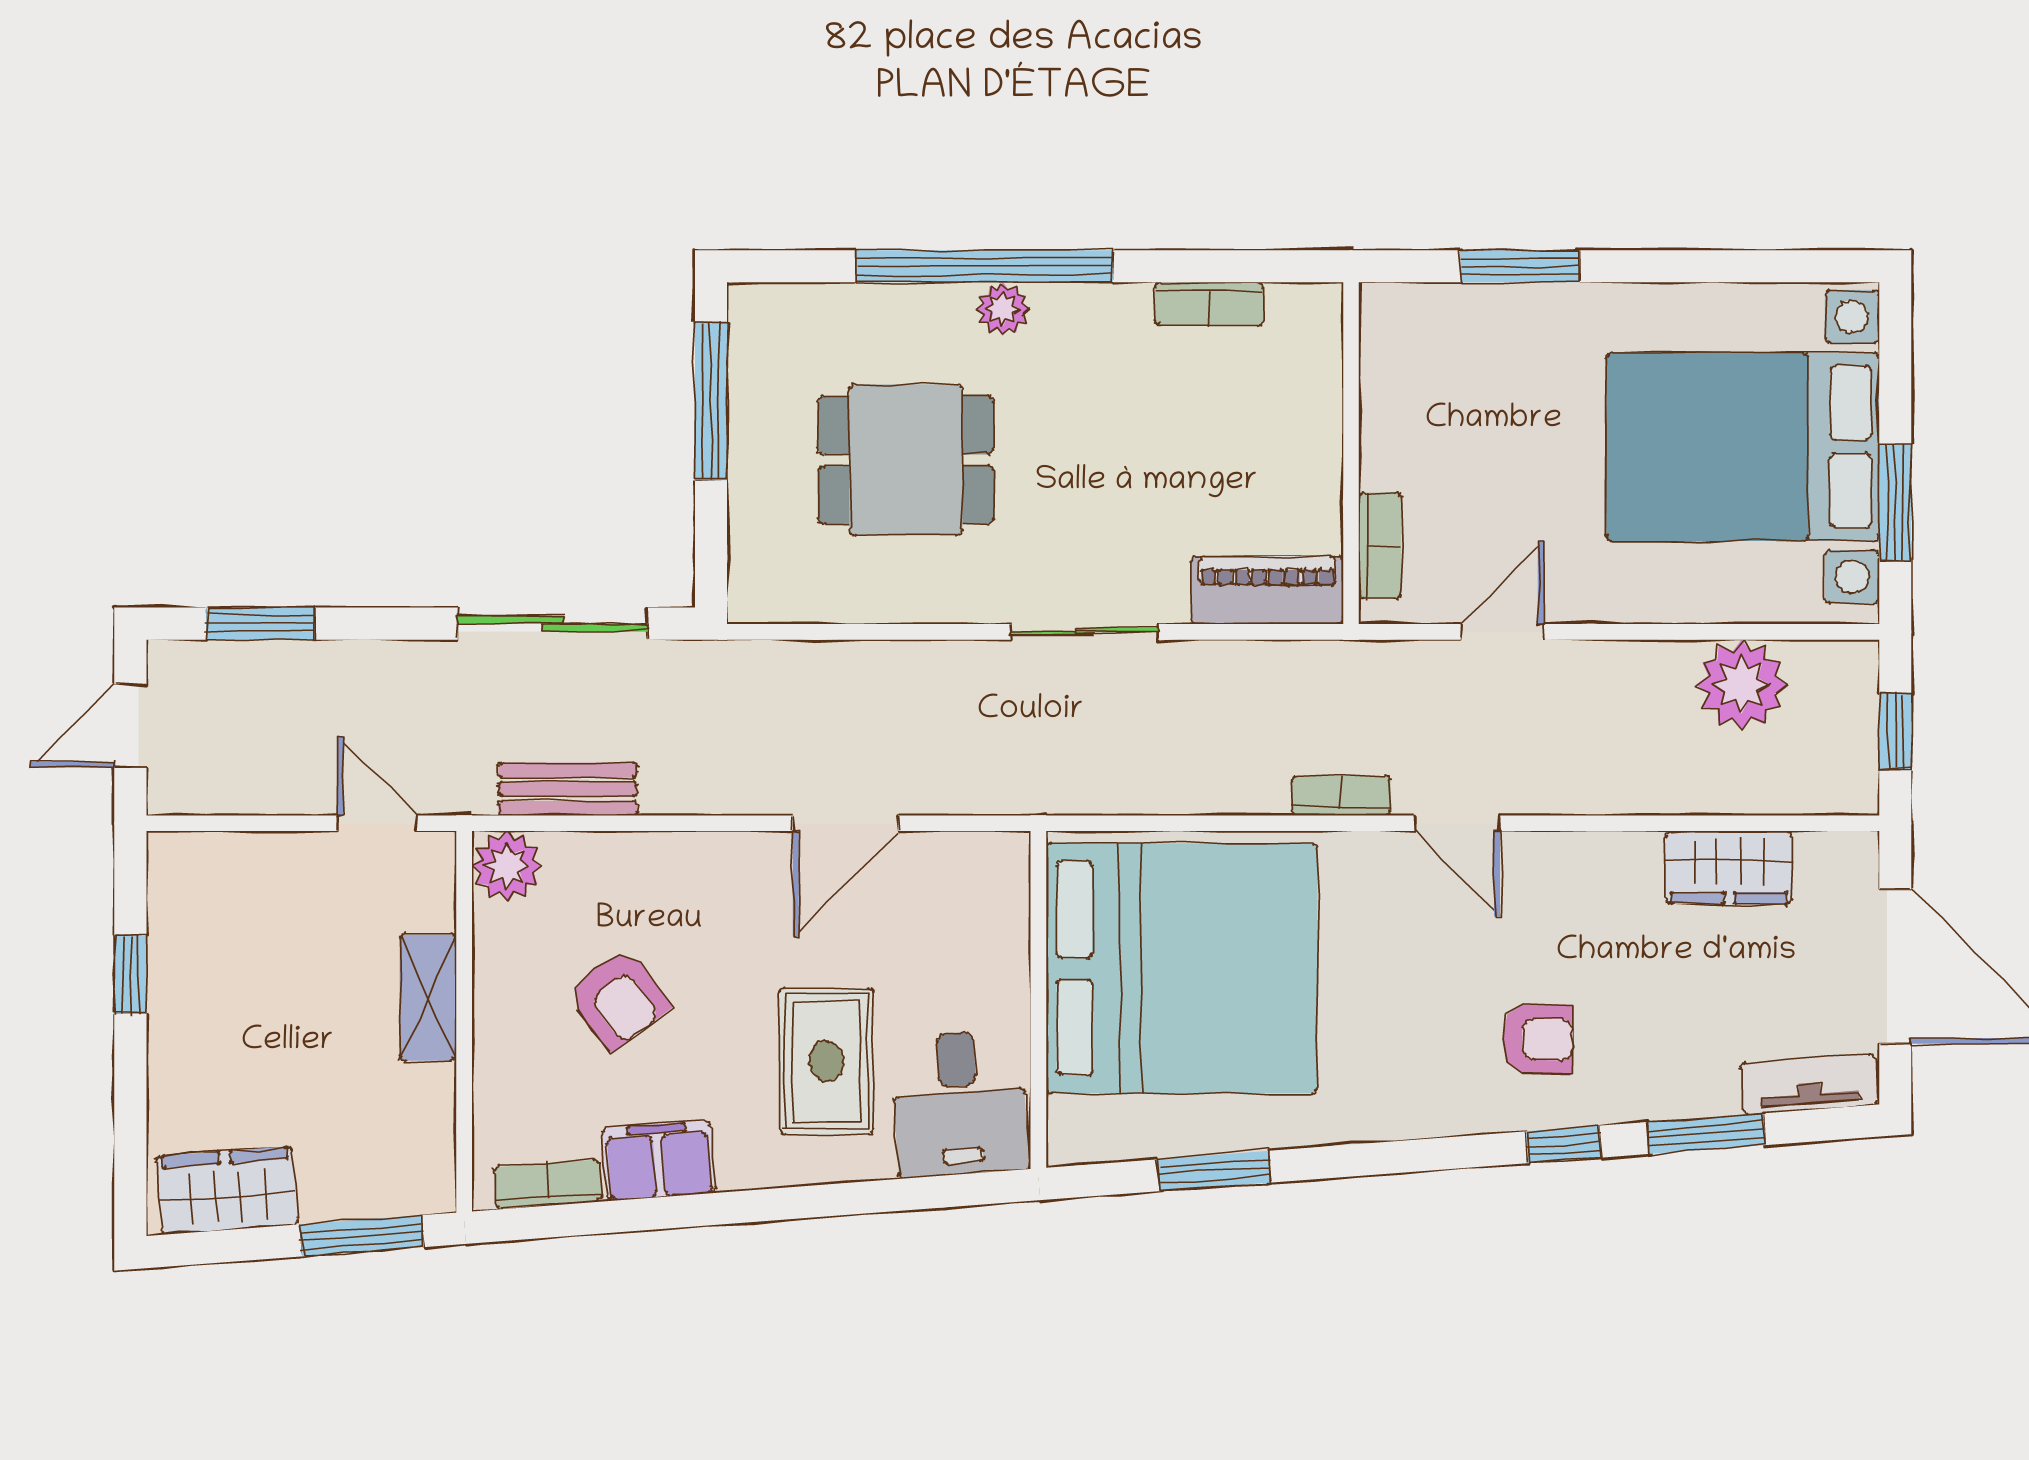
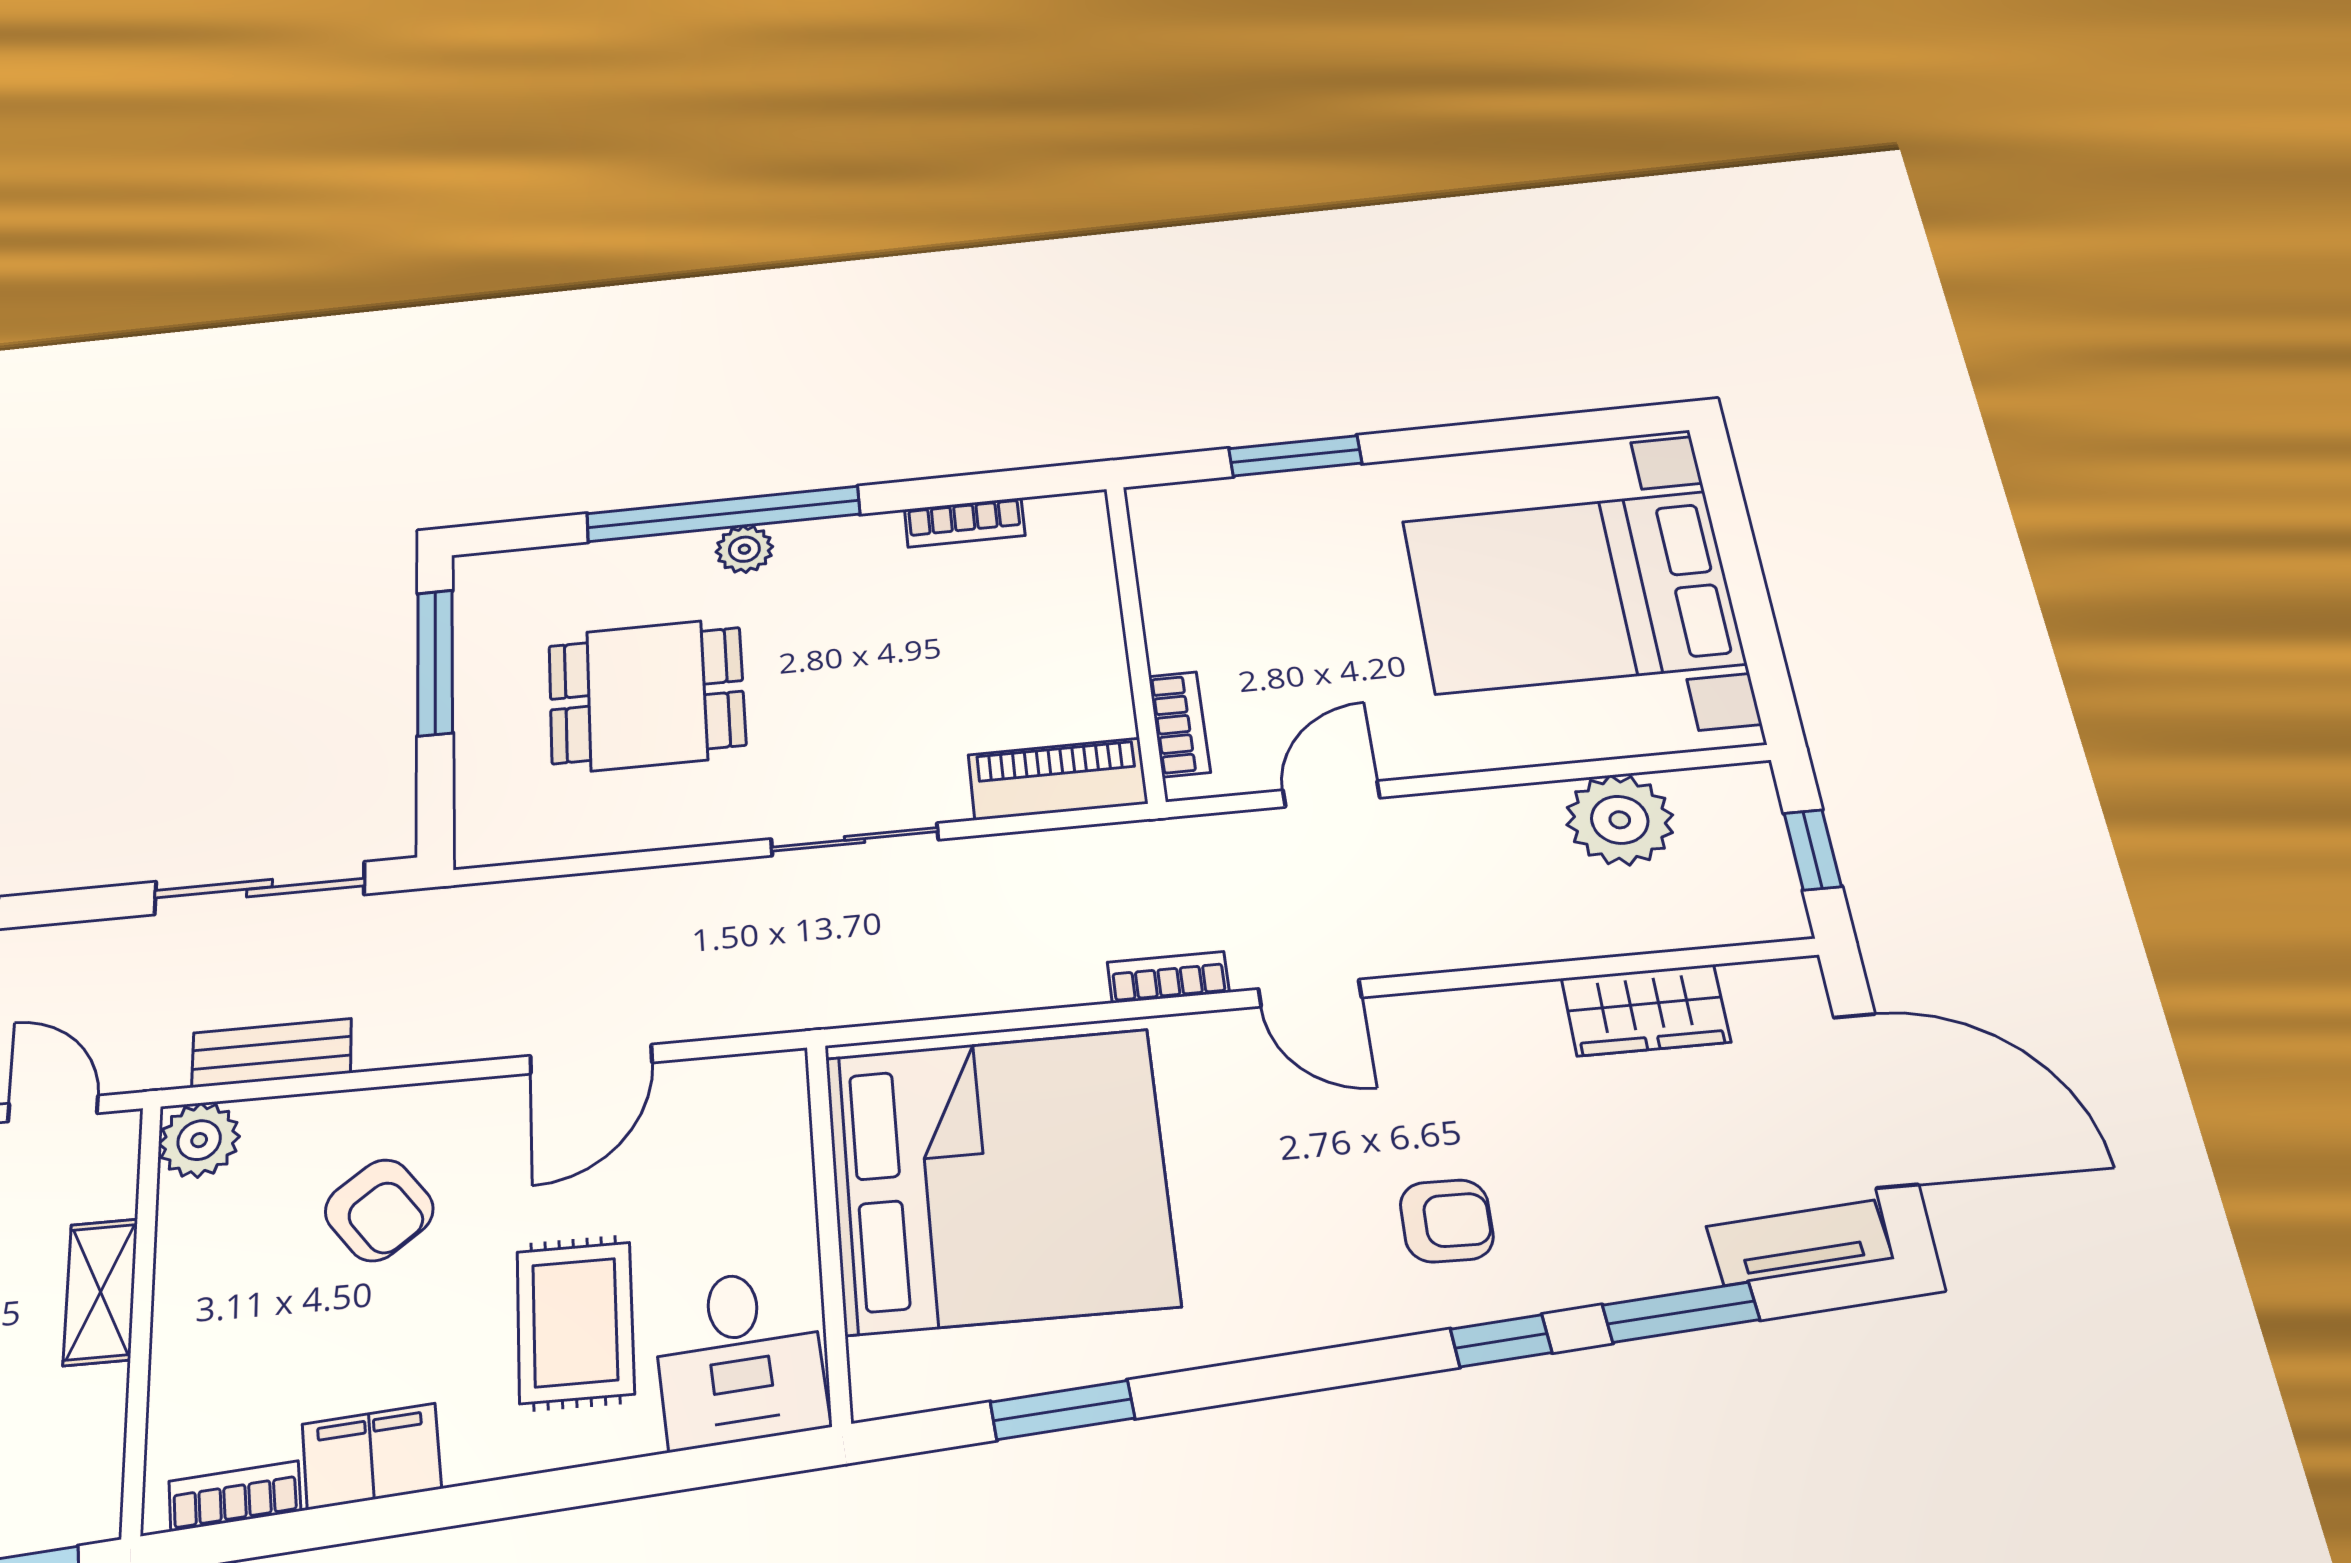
window: (1895, 503) -> (1757, 627), removed
armchair: (618, 999) -> (379, 1210), moved

